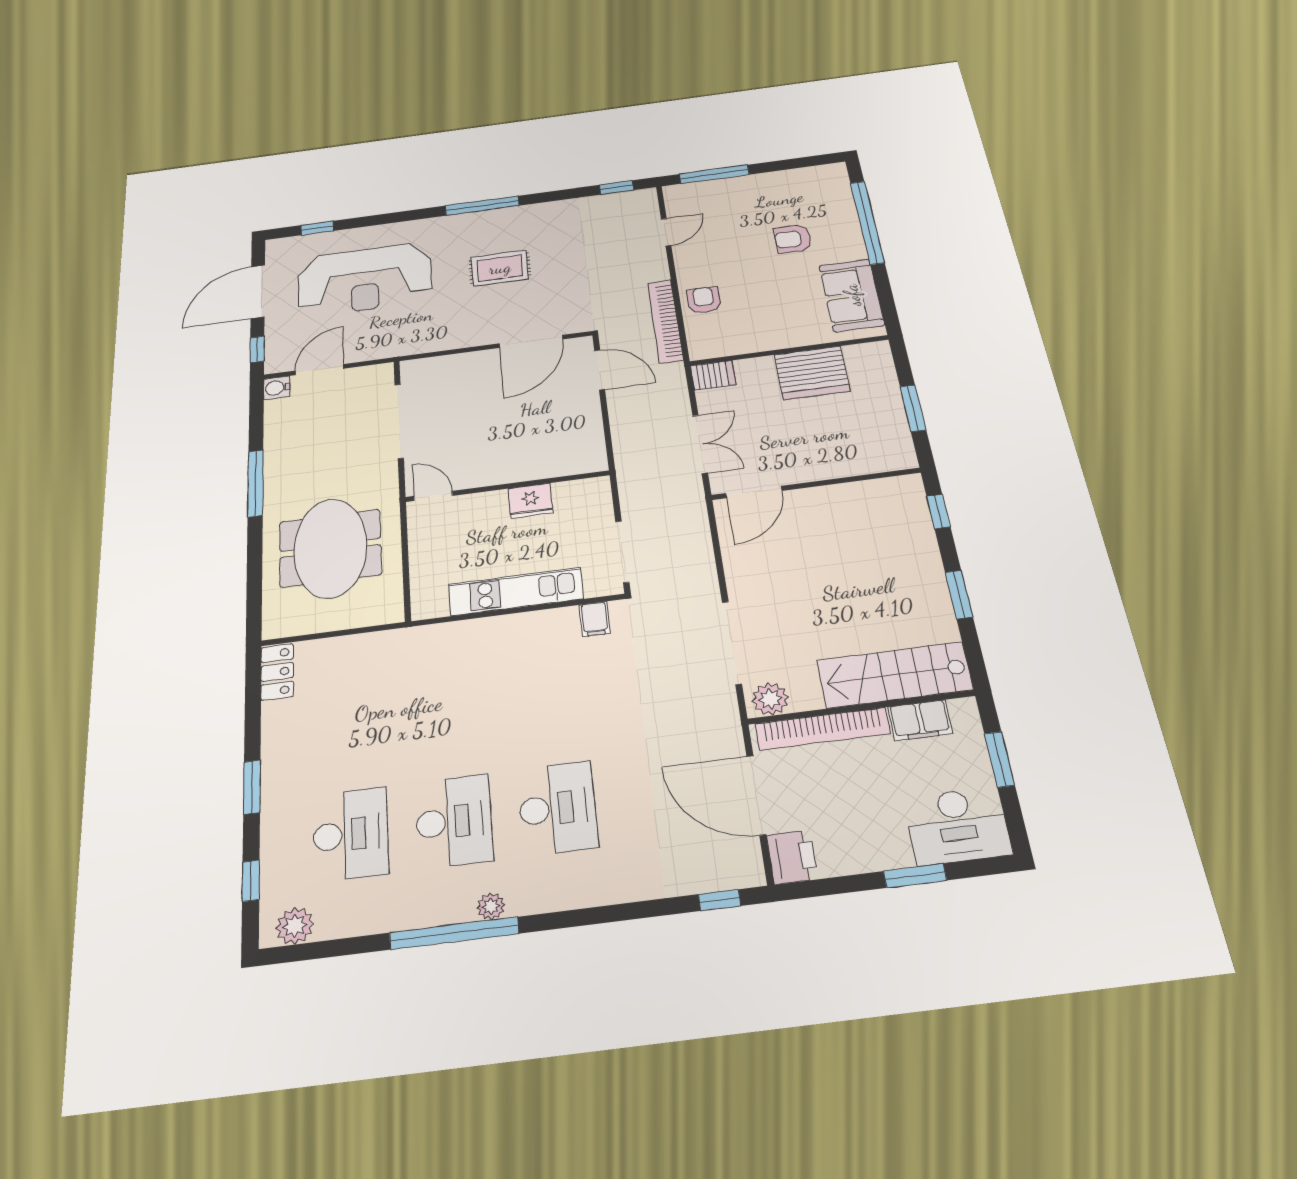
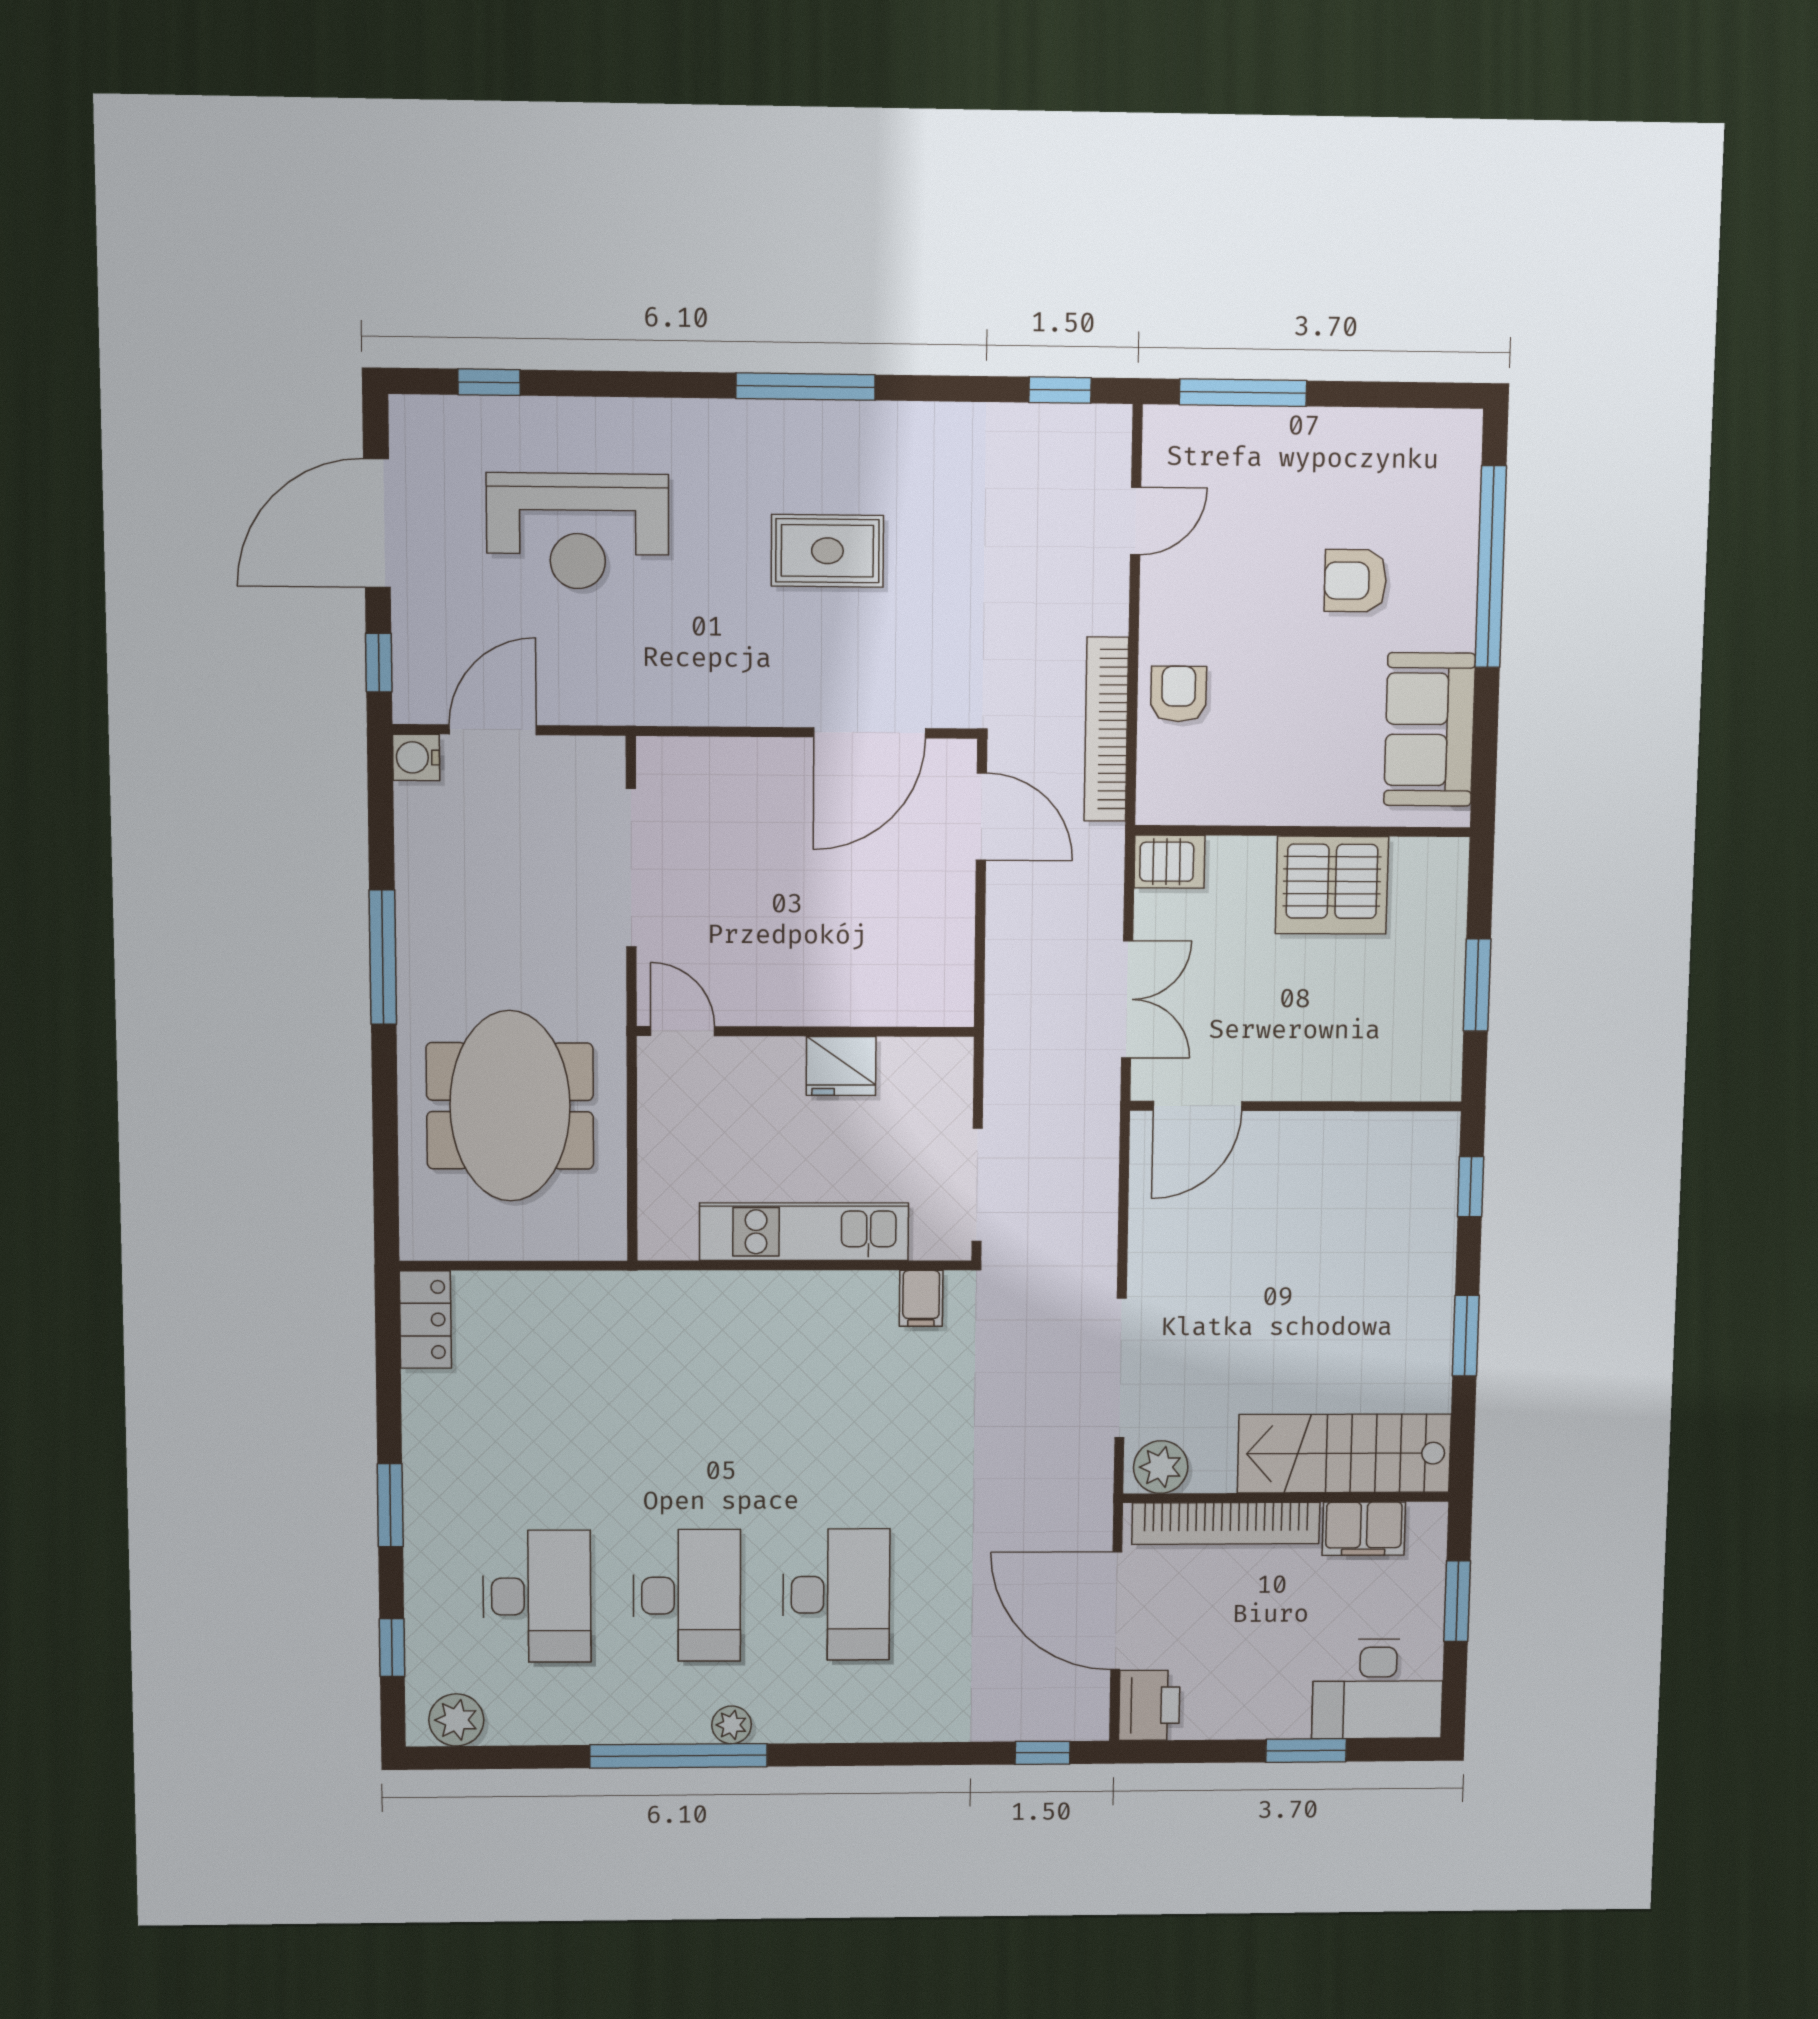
reception desk: (365, 279) -> (578, 531), width x0.74, depth x0.77

